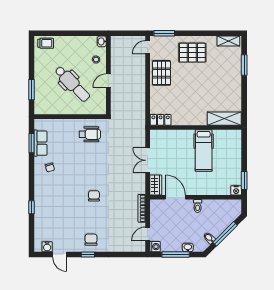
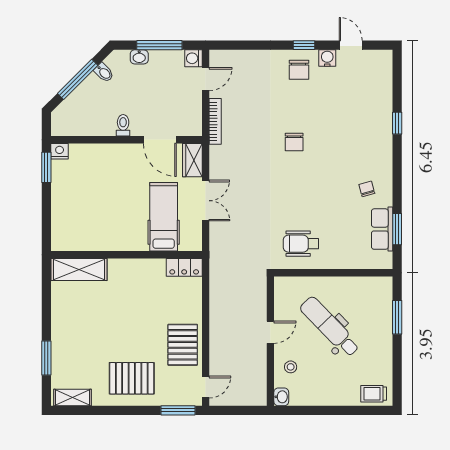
hospital bed: (204, 151) -> (164, 217), moved
water cooler: (47, 247) -> (327, 58), moved

